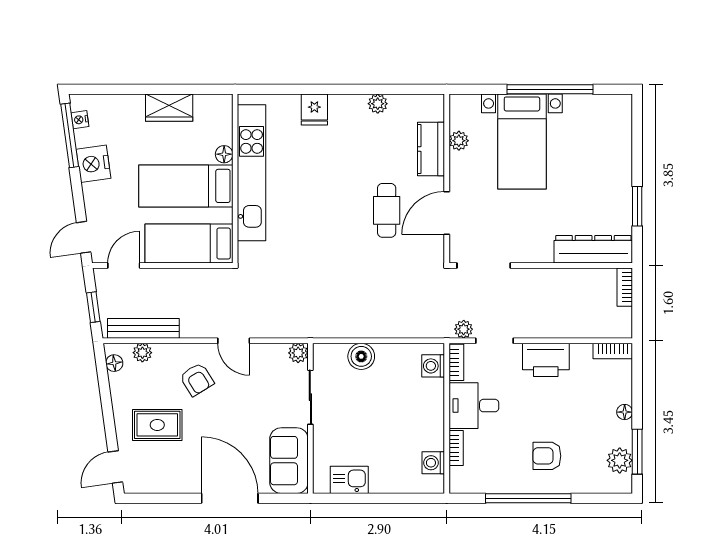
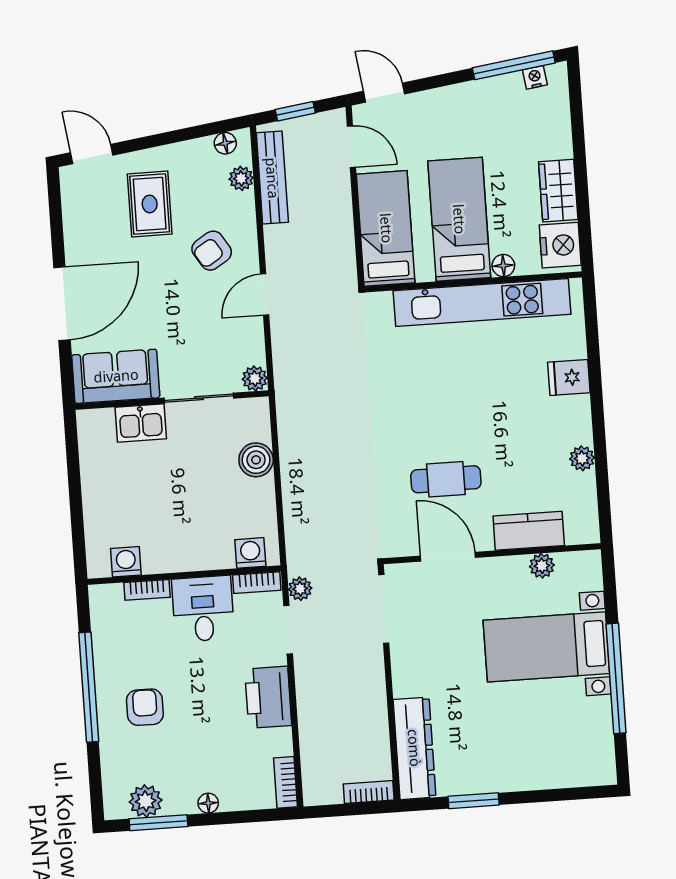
nightstand: (93, 164) -> (560, 245), moved, turned 98
kitchen sink: (349, 480) -> (141, 423), moved, turned 90

